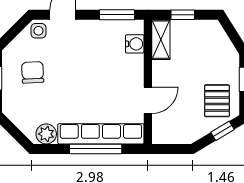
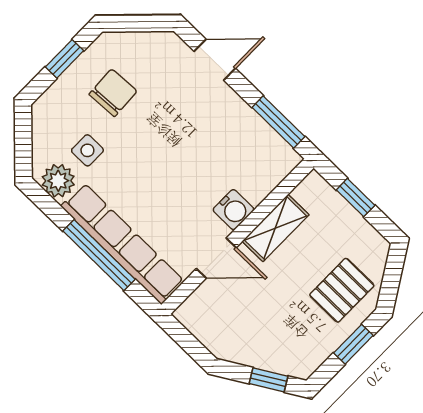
side table: (38, 31) -> (87, 150), moved
shelving: (161, 40) -> (275, 228), moved
water cooler: (135, 44) -> (233, 210), moved
pallet: (217, 101) -> (342, 290), moved

